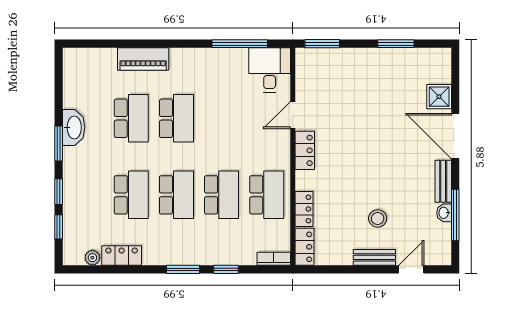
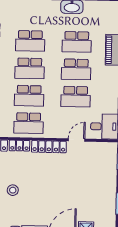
door: (293, 115) -> (77, 140), hinge flipped
school desk: (222, 118) -> (76, 97), added
locker: (305, 150) -> (49, 147), width x1.53

